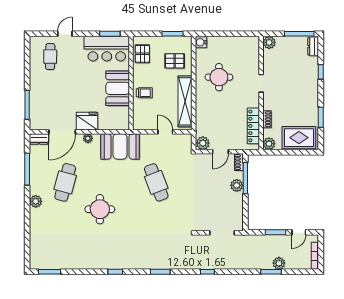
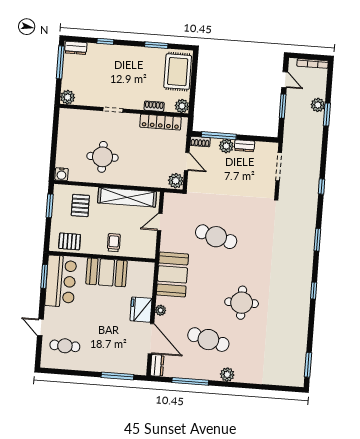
cafe table: (156, 182) -> (216, 237), turned 36
dresser: (238, 201) -> (245, 146), added

